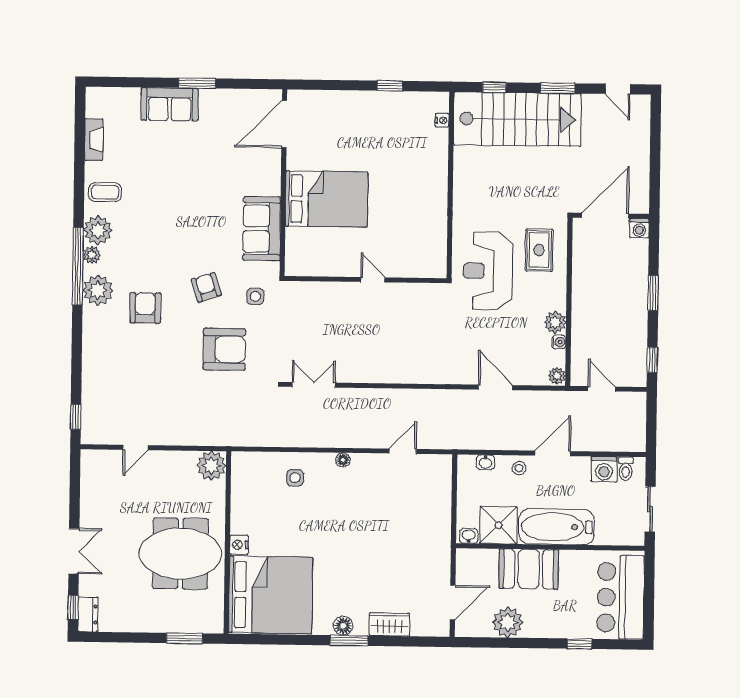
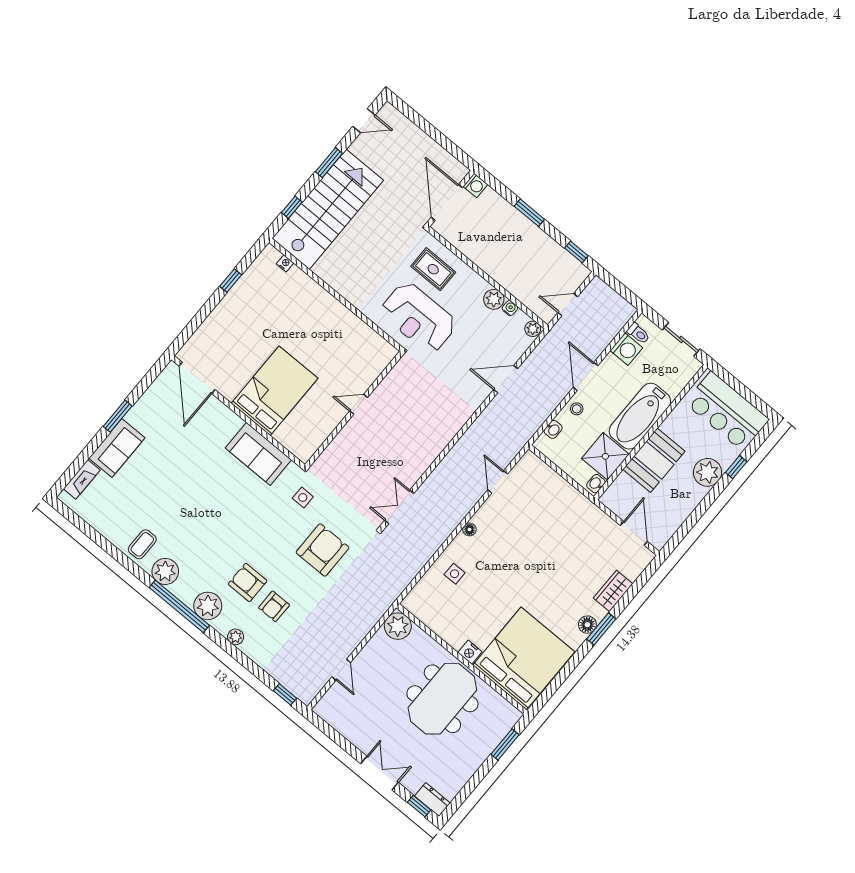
fireplace: (94, 140) -> (82, 479), moved, turned 90
plant: (92, 255) -> (236, 637), moved
armchair: (206, 287) -> (274, 606), moved, turned -72
plant: (508, 622) -> (708, 472), moved

